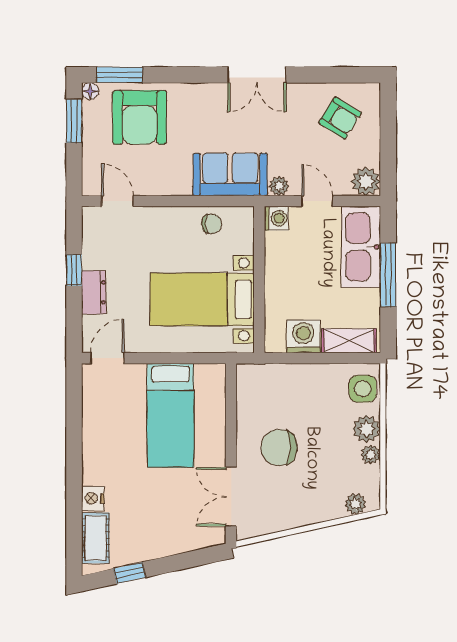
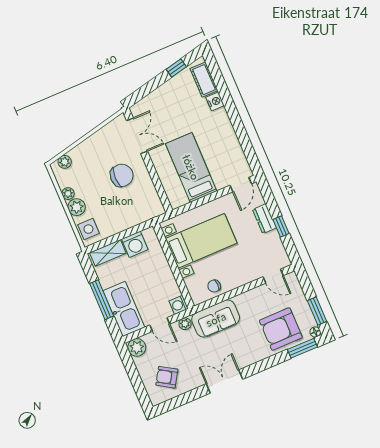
armchair: (140, 117) -> (281, 329), turned -90

